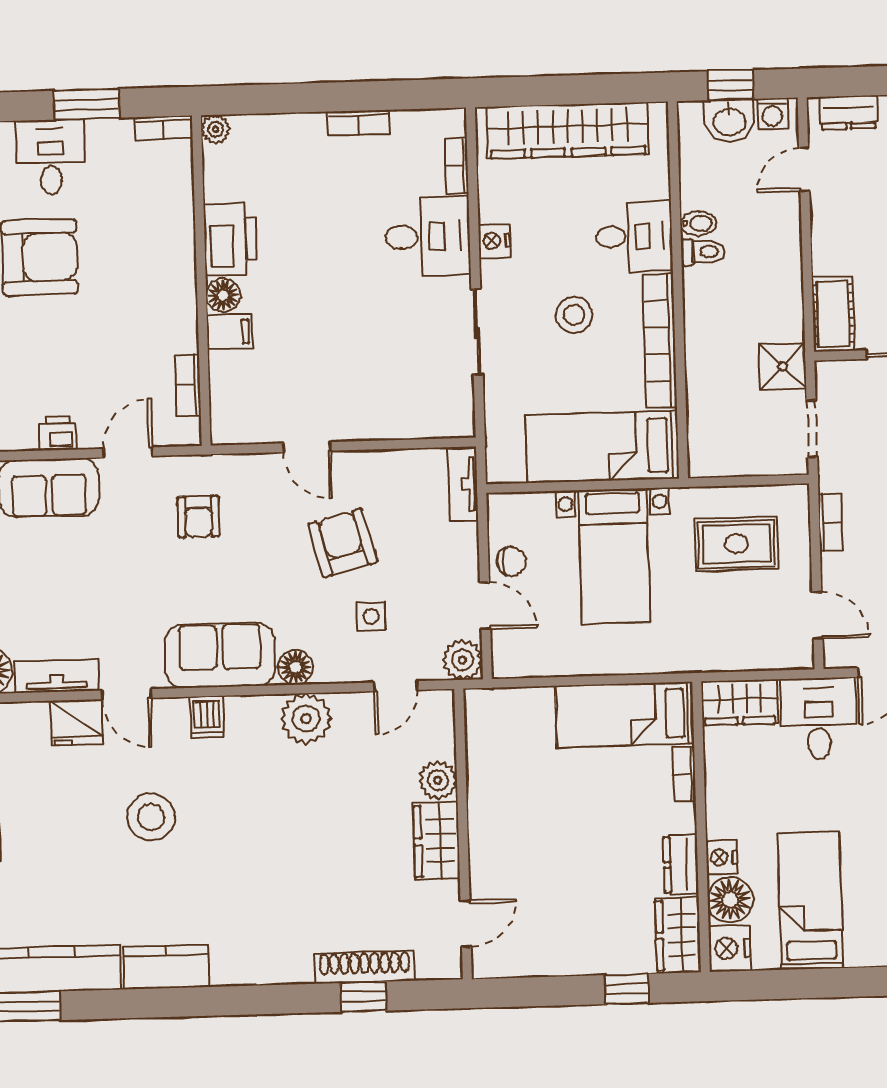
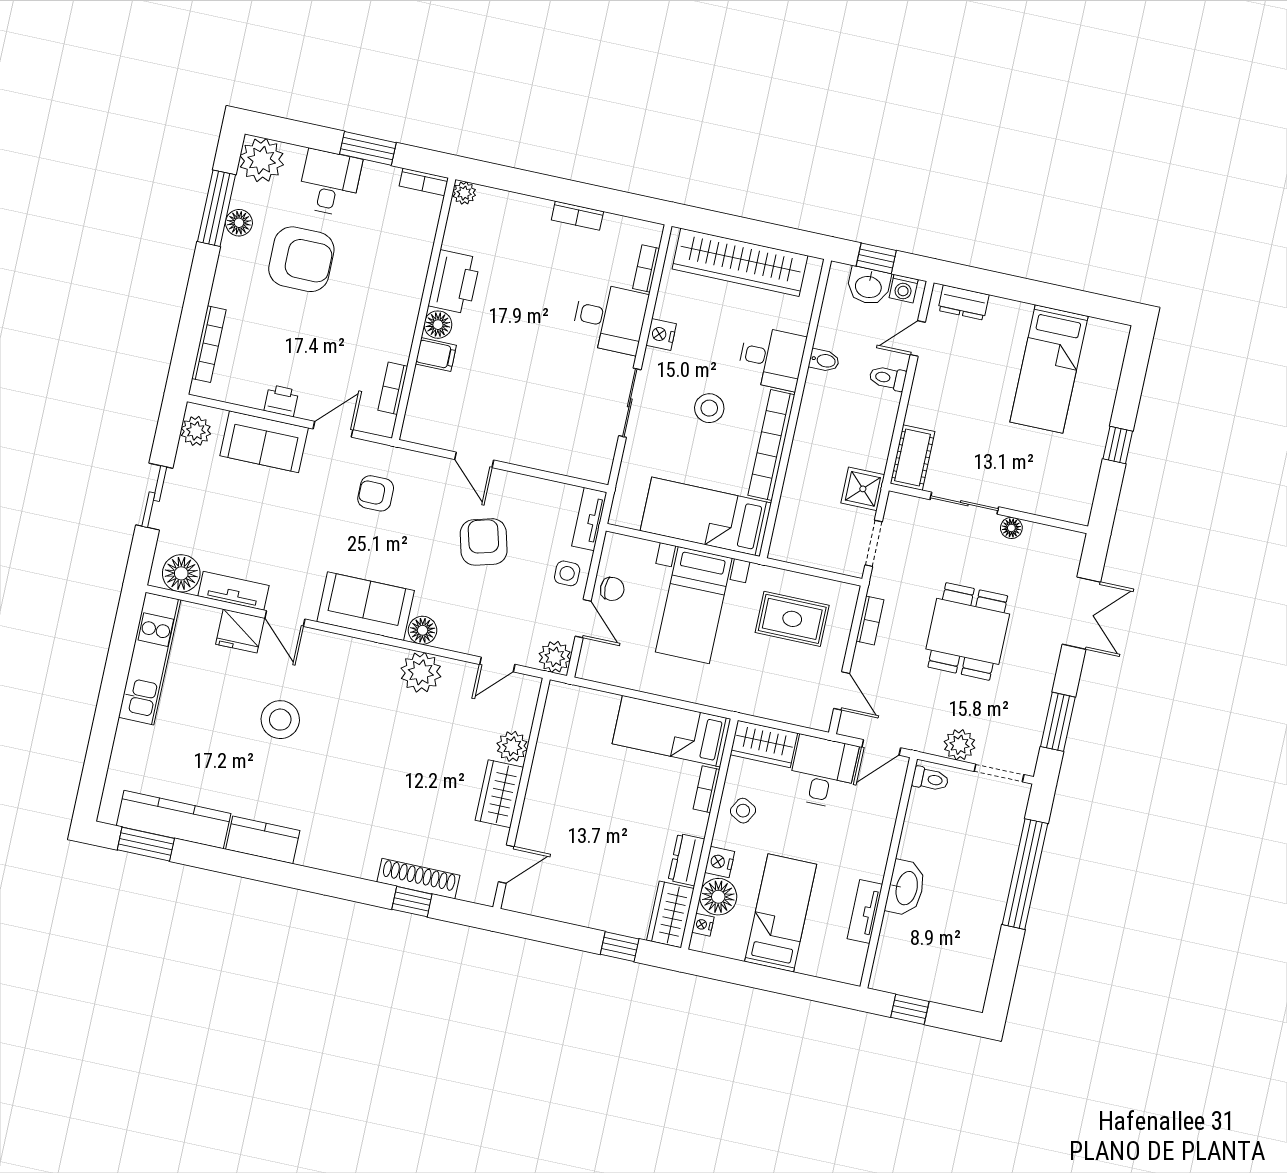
toilet: (703, 252) -> (888, 378), moved, turned 180
armchair: (198, 517) -> (376, 493), turned 90
side table: (371, 616) -> (567, 573), moved
dishwasher: (207, 717) -> (344, 652), removed
side table: (734, 789) -> (743, 811), added
nightstand: (730, 948) -> (703, 925), width x0.53, depth x0.56

